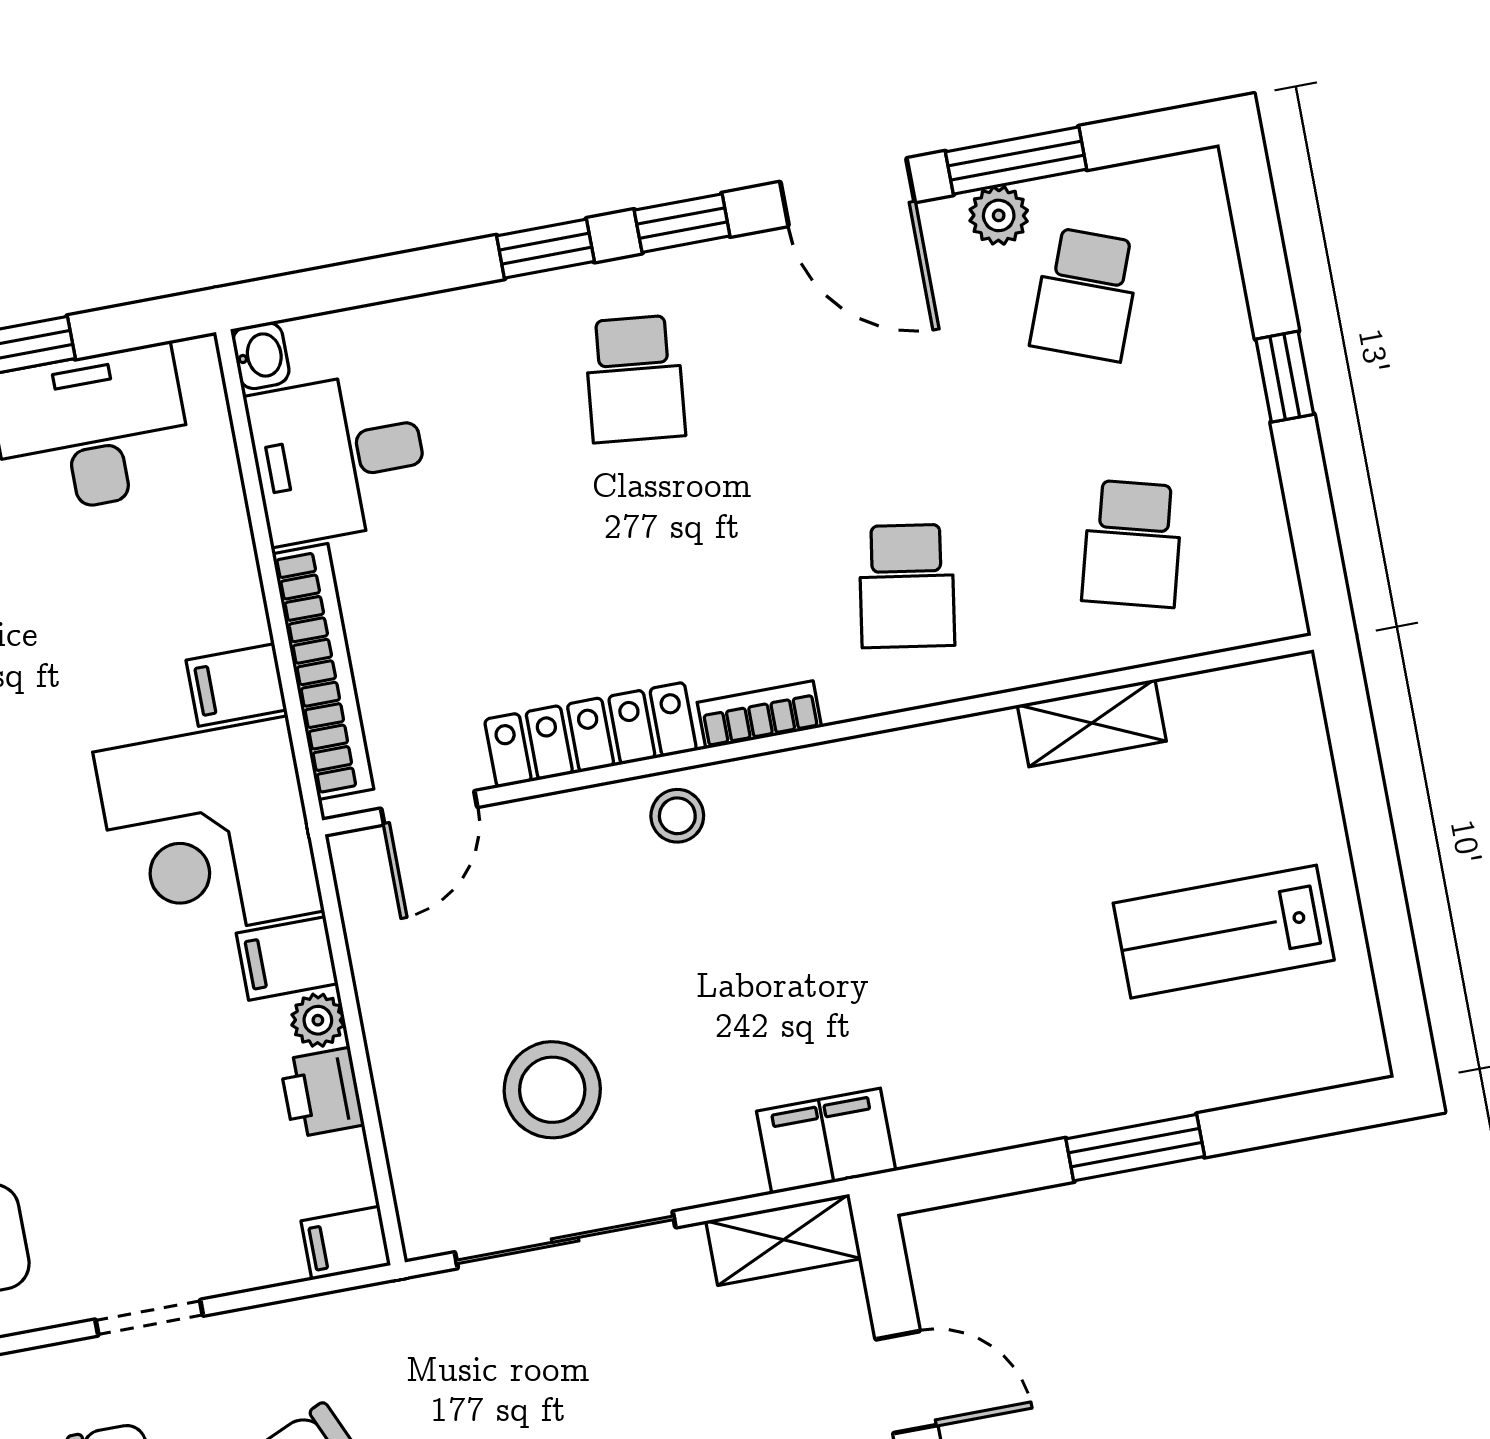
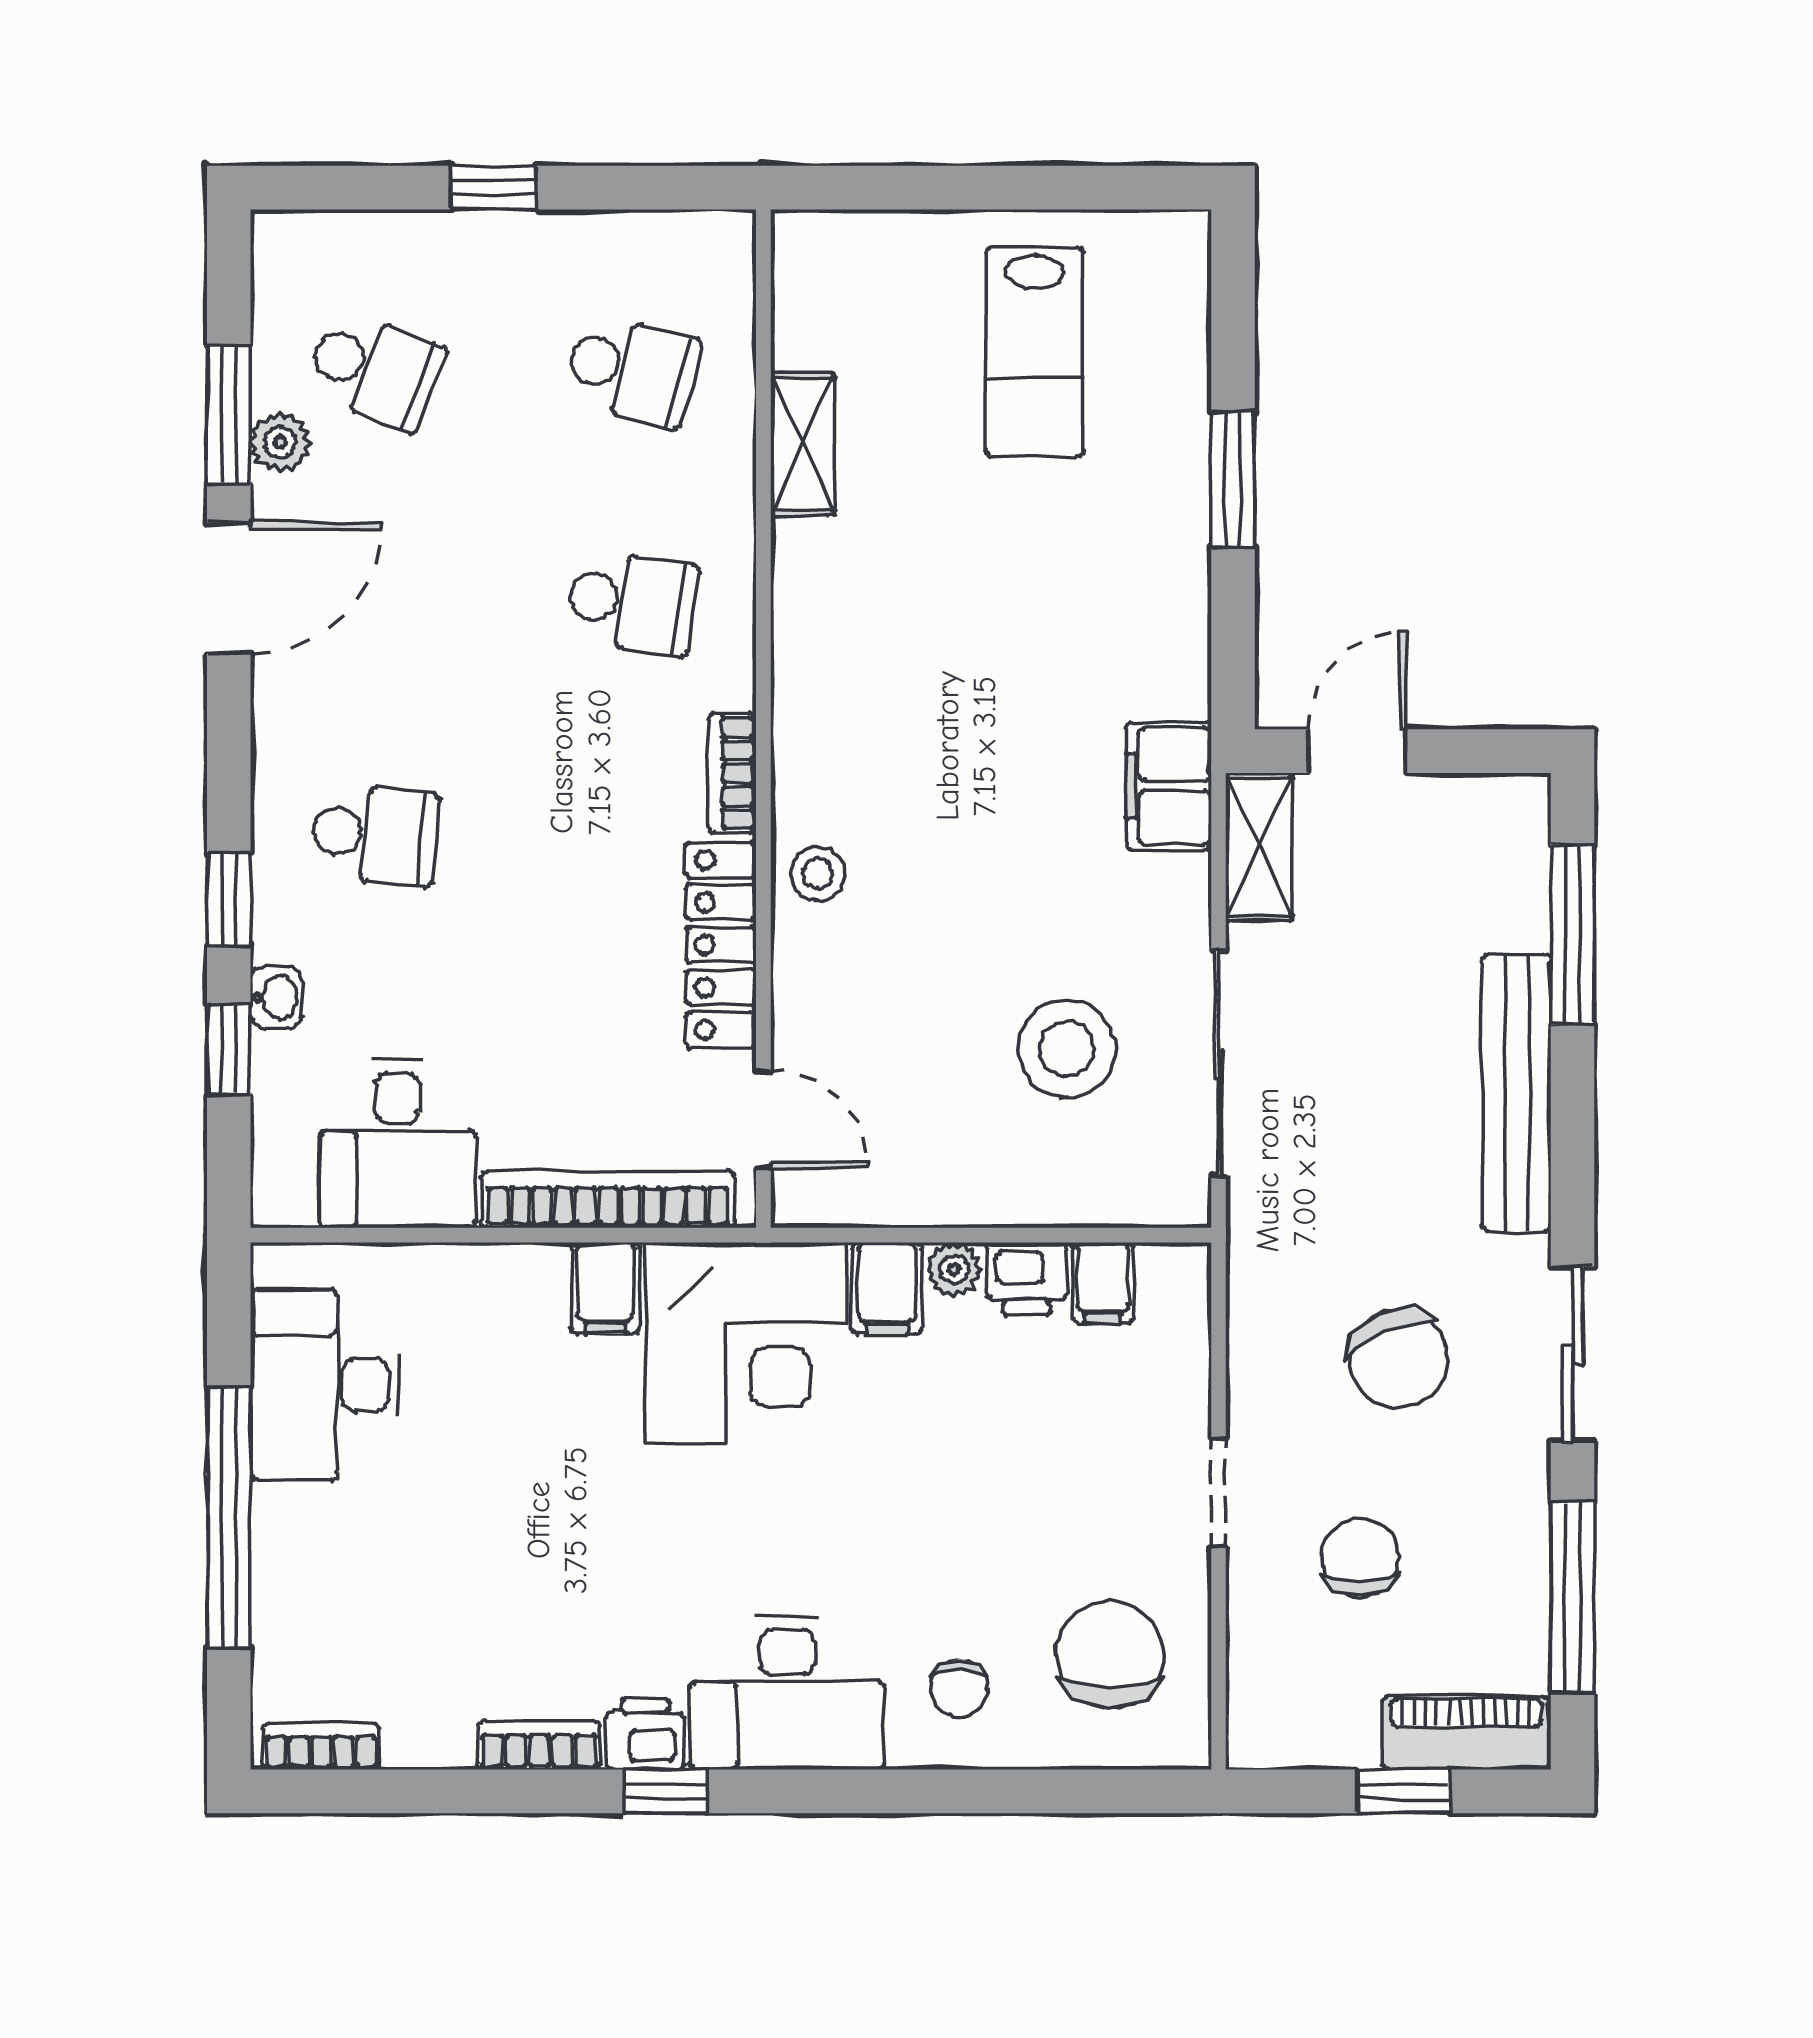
window: (682, 223) -> (229, 1050), moved
washbasin: (261, 356) -> (276, 998), moved, turned 90
filing cabinet: (346, 1243) -> (1103, 1283), moved
door: (906, 1382) -> (1357, 751), moved

